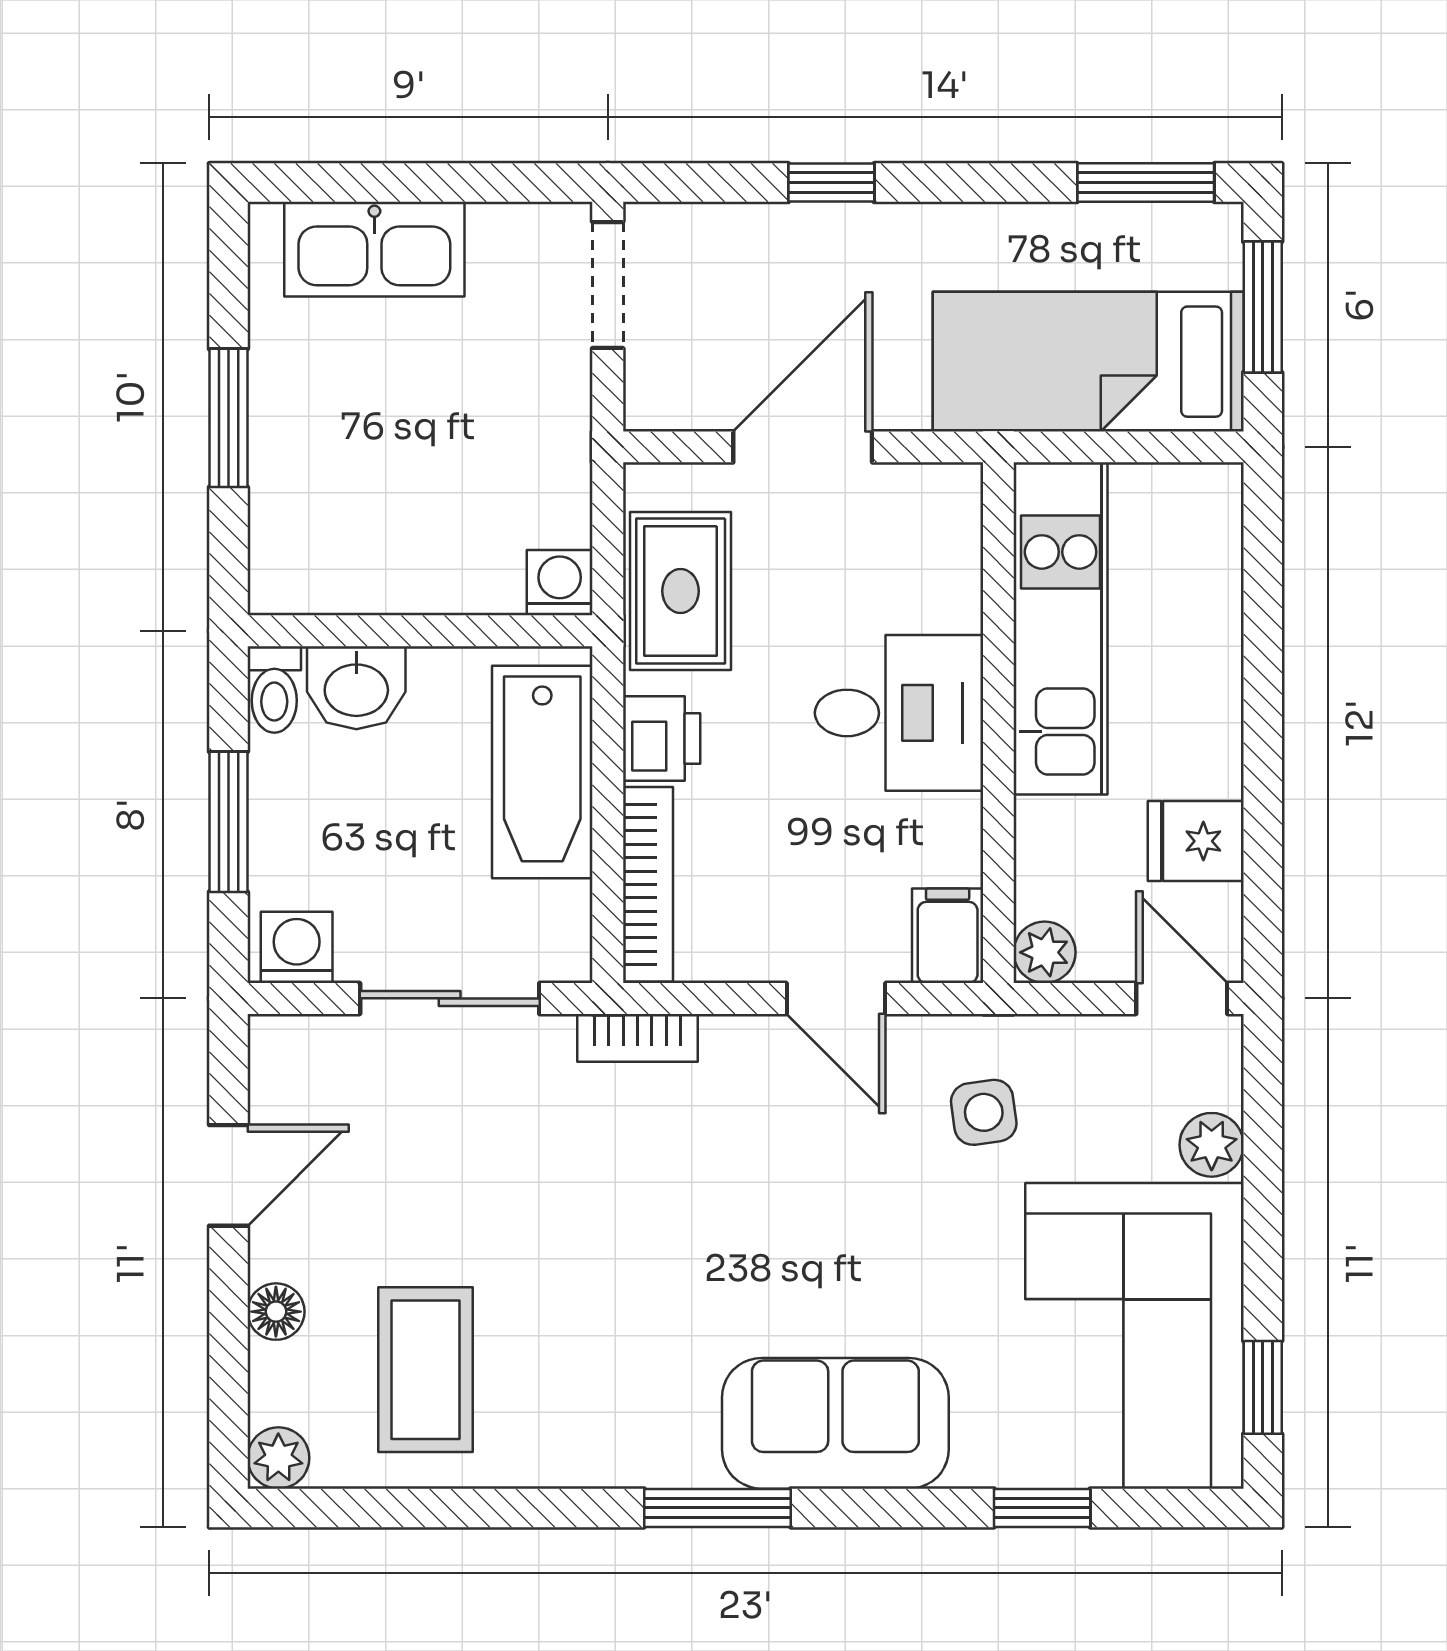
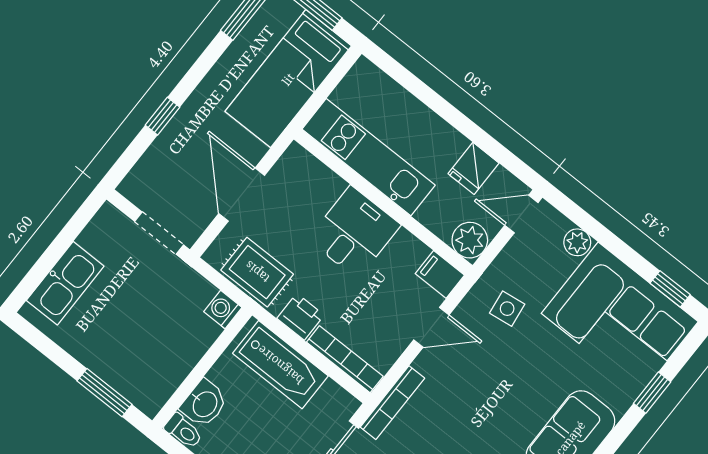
doorway: (608, 285) -> (159, 233), moved
window: (228, 418) -> (104, 393), moved
plant: (1045, 952) -> (470, 240), width x1.38, depth x1.38
bookcase: (638, 1038) -> (392, 403), width x1.56

